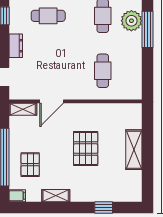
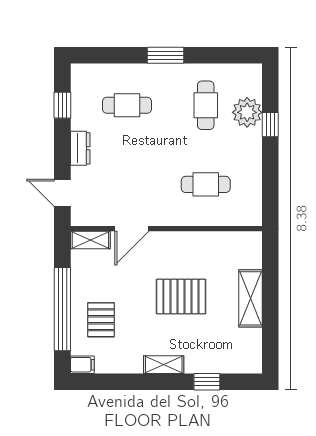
window: (148, 29) -> (270, 125), width x0.46
cafe table: (103, 71) -> (206, 184), turned 90
pallet: (86, 149) -> (181, 297), turned 90
shelving: (56, 196) -> (164, 365), moved

